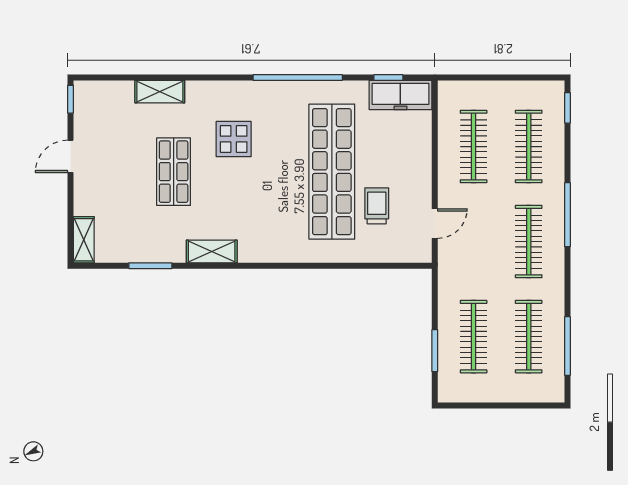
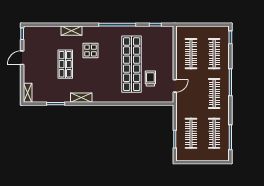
shelving: (160, 92) -> (72, 31), moved
freezer: (400, 95) -> (160, 32), removed

